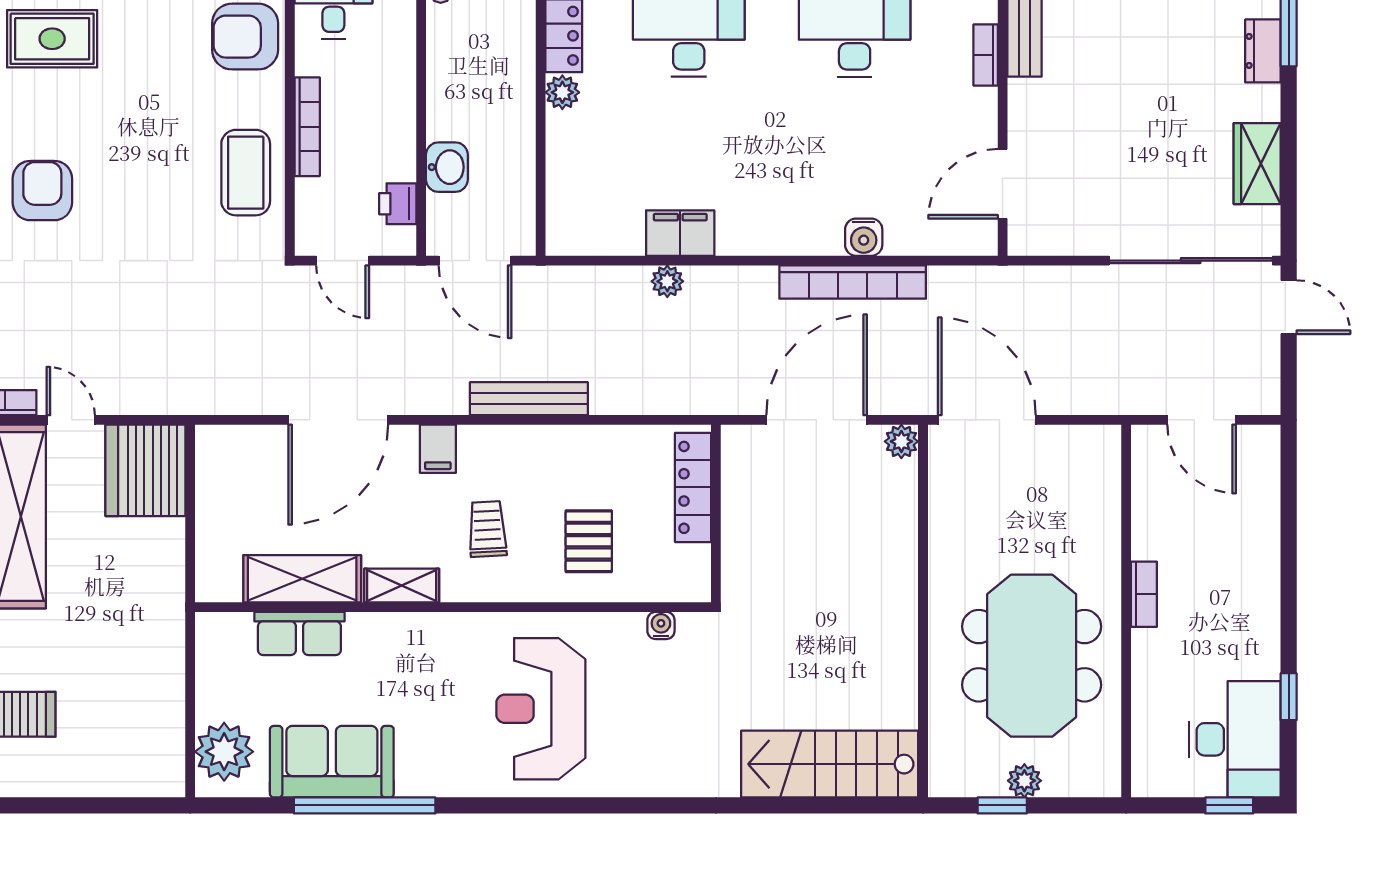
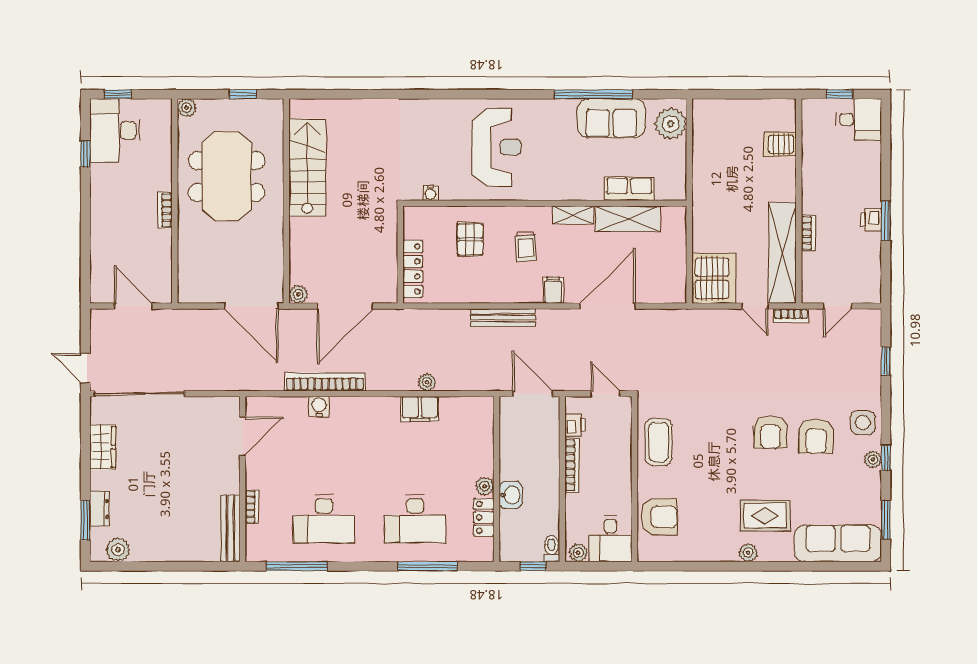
bookcase: (307, 127) -> (572, 465), moved, turned 180
washbasin: (447, 167) -> (511, 495), moved, turned 180
stairs: (830, 764) -> (307, 167), moved, turned -90
plant: (1024, 781) -> (187, 108), moved

